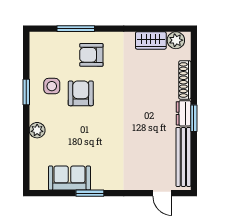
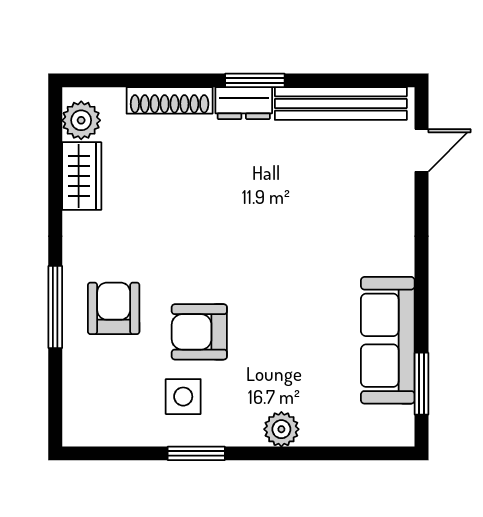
window: (76, 29) -> (55, 307), moved
armchair: (91, 55) -> (114, 308), turned 180
sofa: (69, 178) -> (388, 340), width x1.36
window: (90, 193) -> (421, 384), moved

